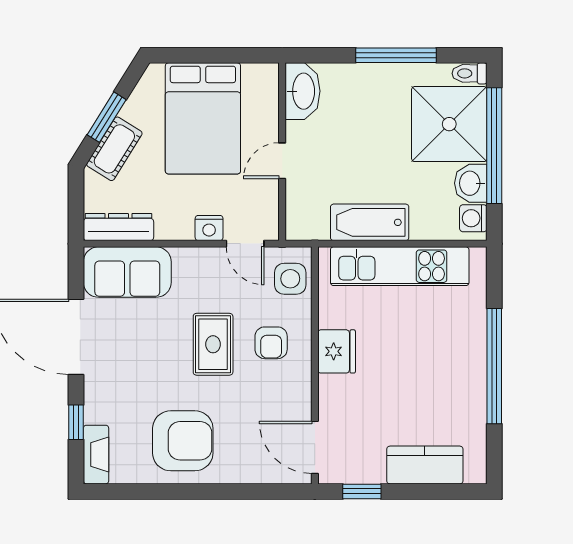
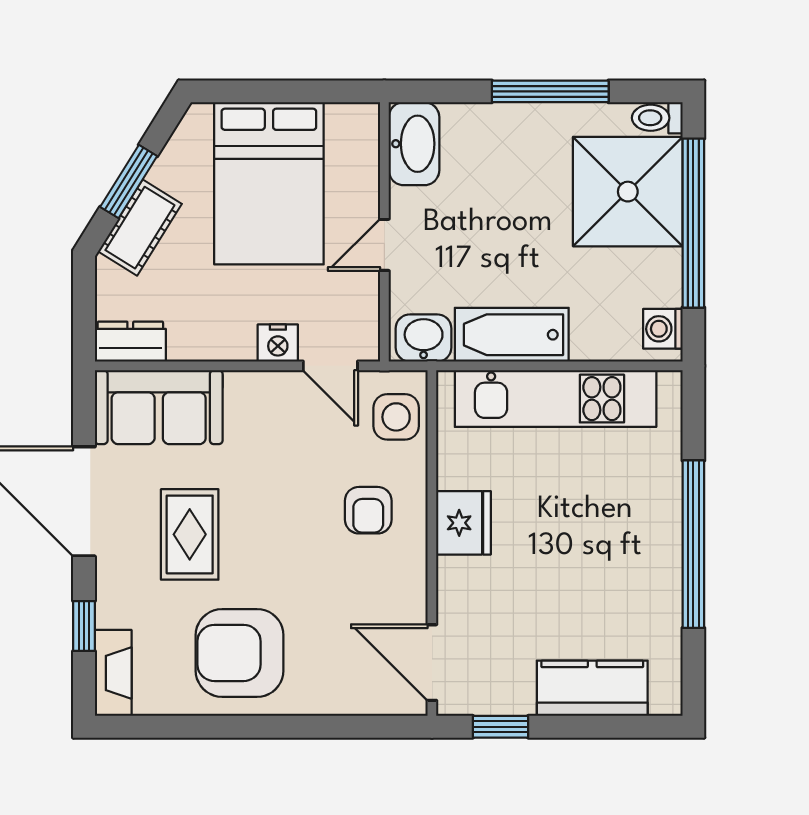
washbasin: (471, 183) -> (424, 338), moved, turned 90
dresser: (118, 227) -> (130, 342), width x0.70
rug: (213, 344) -> (190, 534), moved
armchair: (183, 441) -> (240, 653), turned 180

